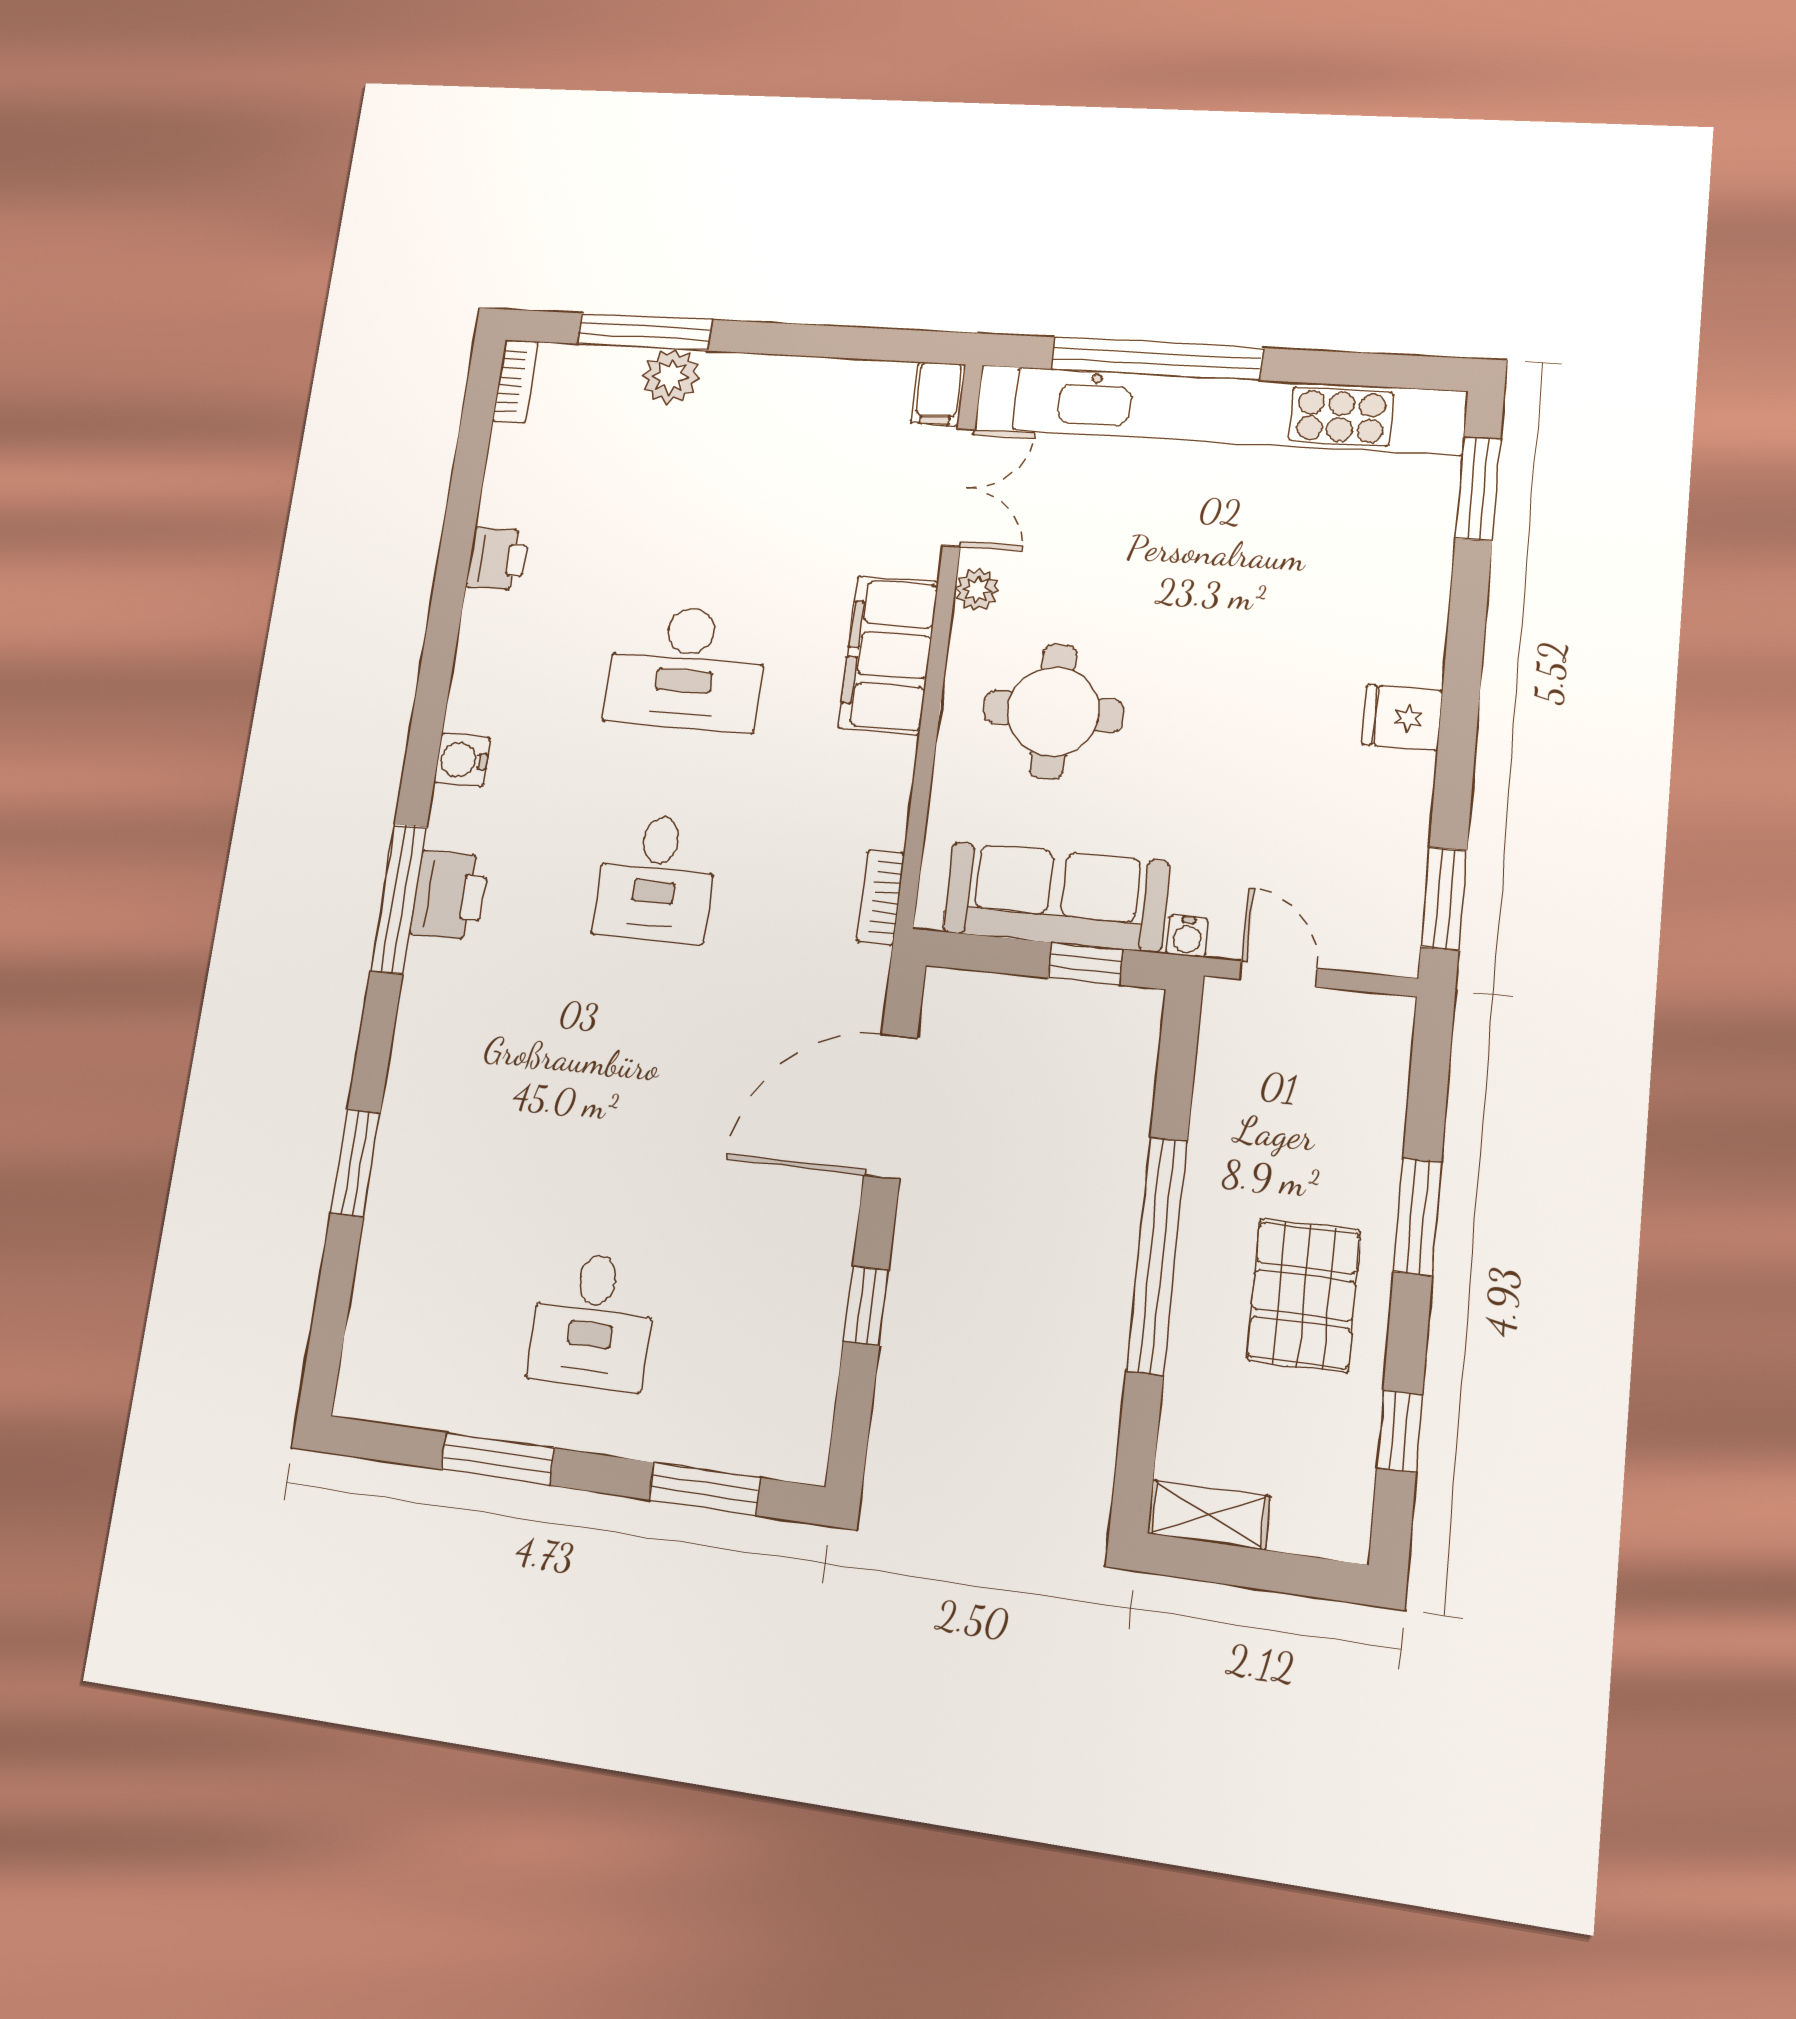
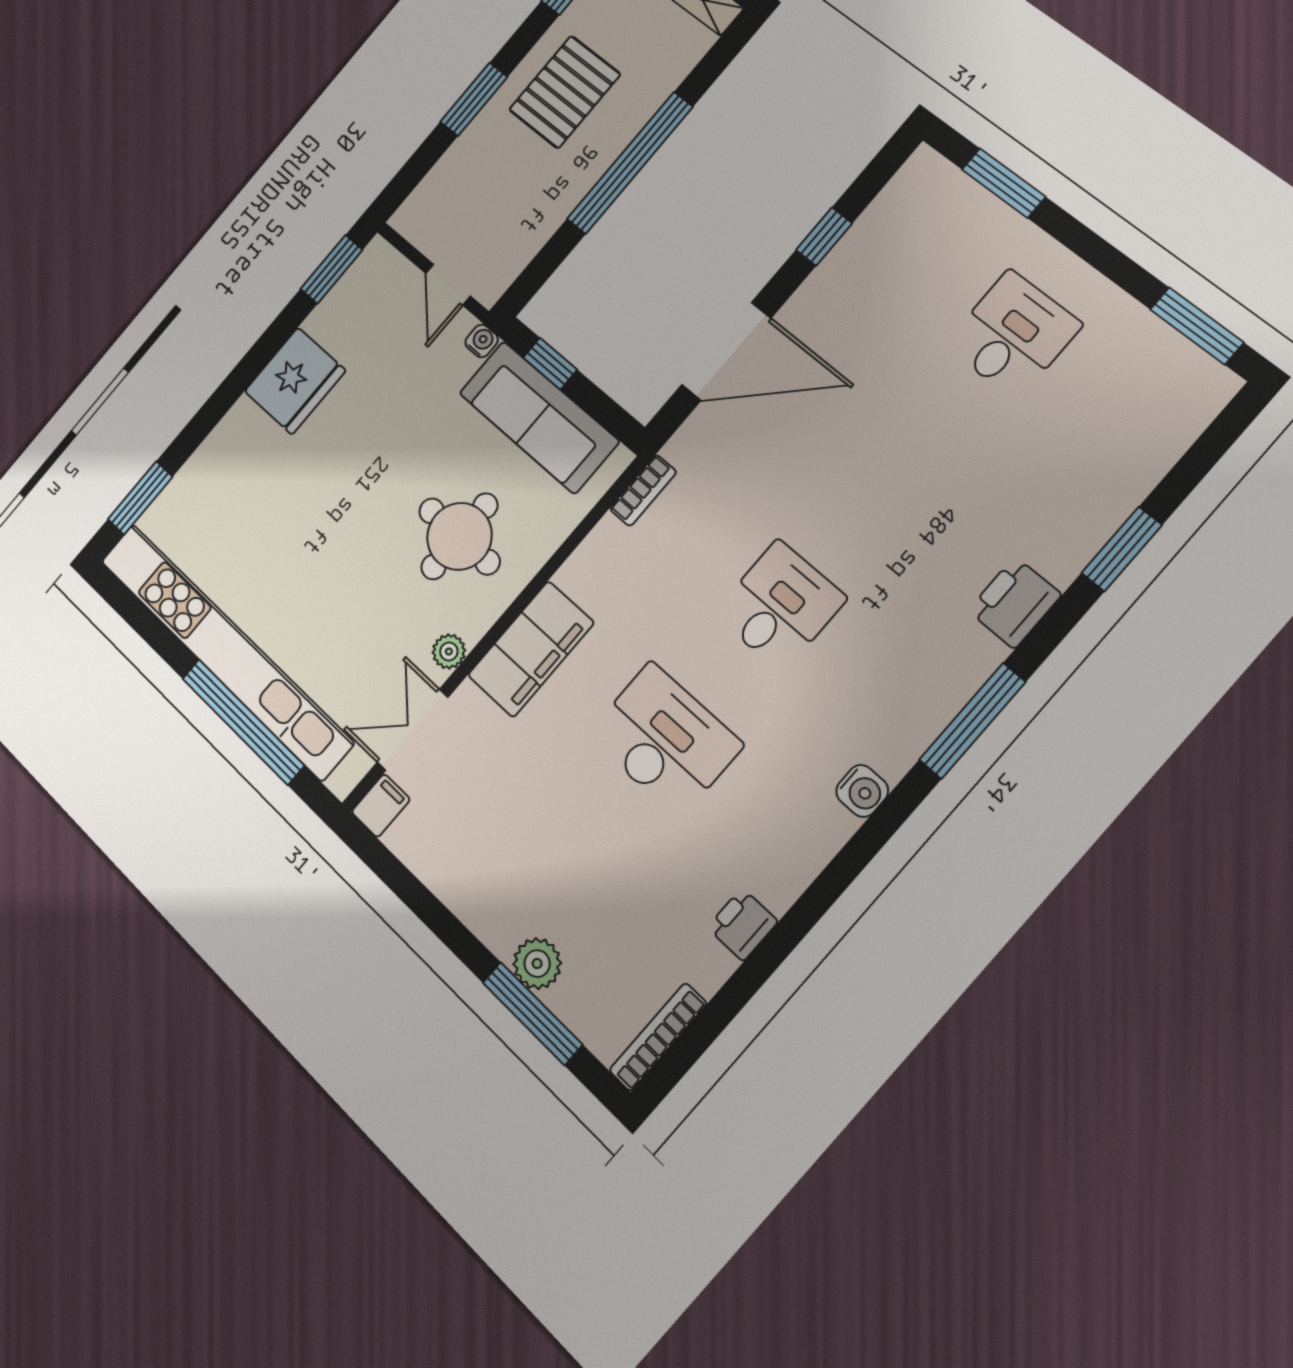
bookcase: (515, 381) -> (658, 1037), width x1.56
fridge: (1402, 718) -> (295, 381), width x1.88, depth x1.34
printer: (449, 895) -> (1015, 603), moved
window: (498, 1459) -> (1197, 326), moved

